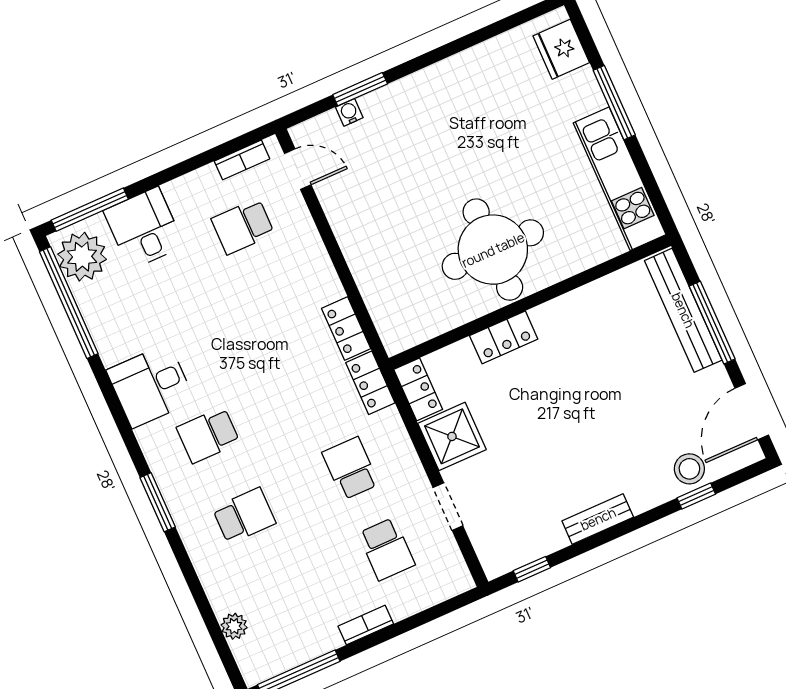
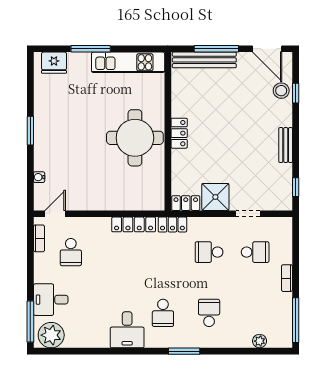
window: (360, 89) -> (30, 131), moved
window: (69, 303) -> (70, 351), removed
locker: (346, 328) -> (134, 224), width x1.53
locker: (504, 337) -> (179, 133), moved

